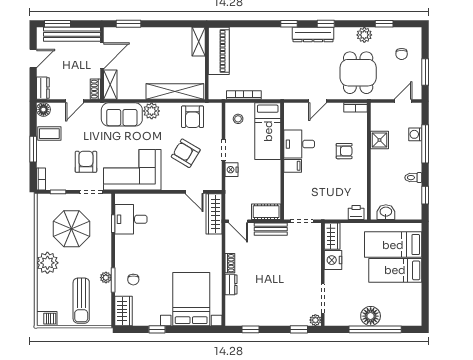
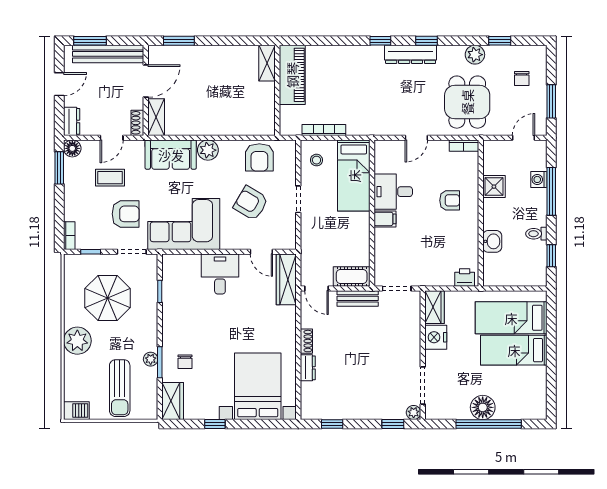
shelving: (175, 92) -> (237, 126), removed
coffee table: (49, 134) -> (110, 178), moved
window: (33, 149) -> (59, 168), moved
armchair: (86, 162) -> (126, 214), turned 90
nightstand: (232, 170) -> (308, 224), removed
washbasin: (386, 212) -> (492, 241), moved, turned 90
desk: (131, 219) -> (220, 274), moved, turned 90

